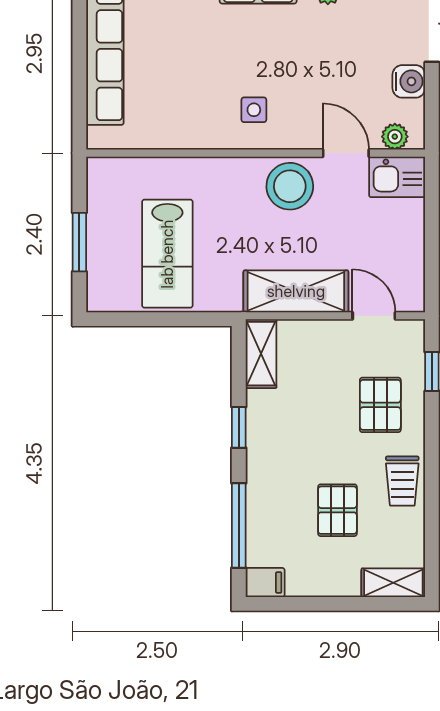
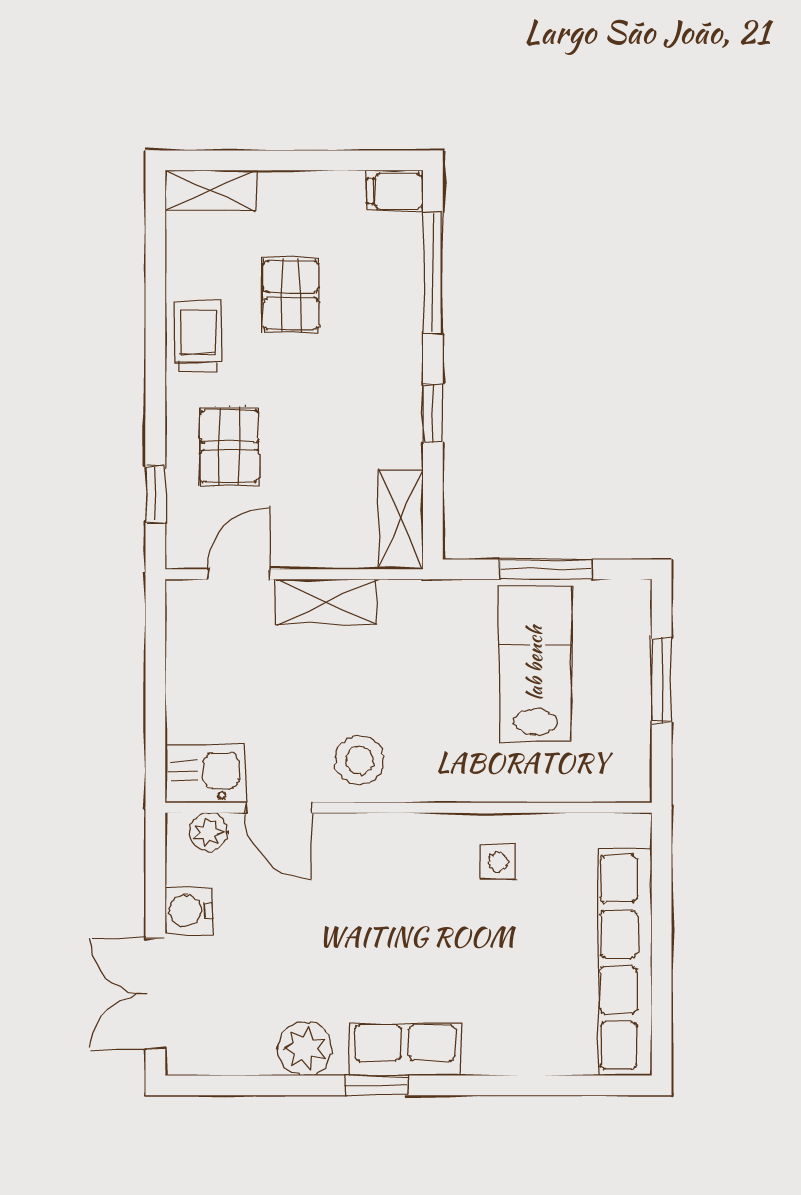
side table: (254, 110) -> (498, 862), moved
stool: (290, 186) -> (359, 760), width x0.73, depth x0.73
shelving: (296, 291) -> (326, 602), width x0.67, depth x0.75
door: (374, 316) -> (239, 574), swing flipped
window: (160, 319) -> (546, 569), added

